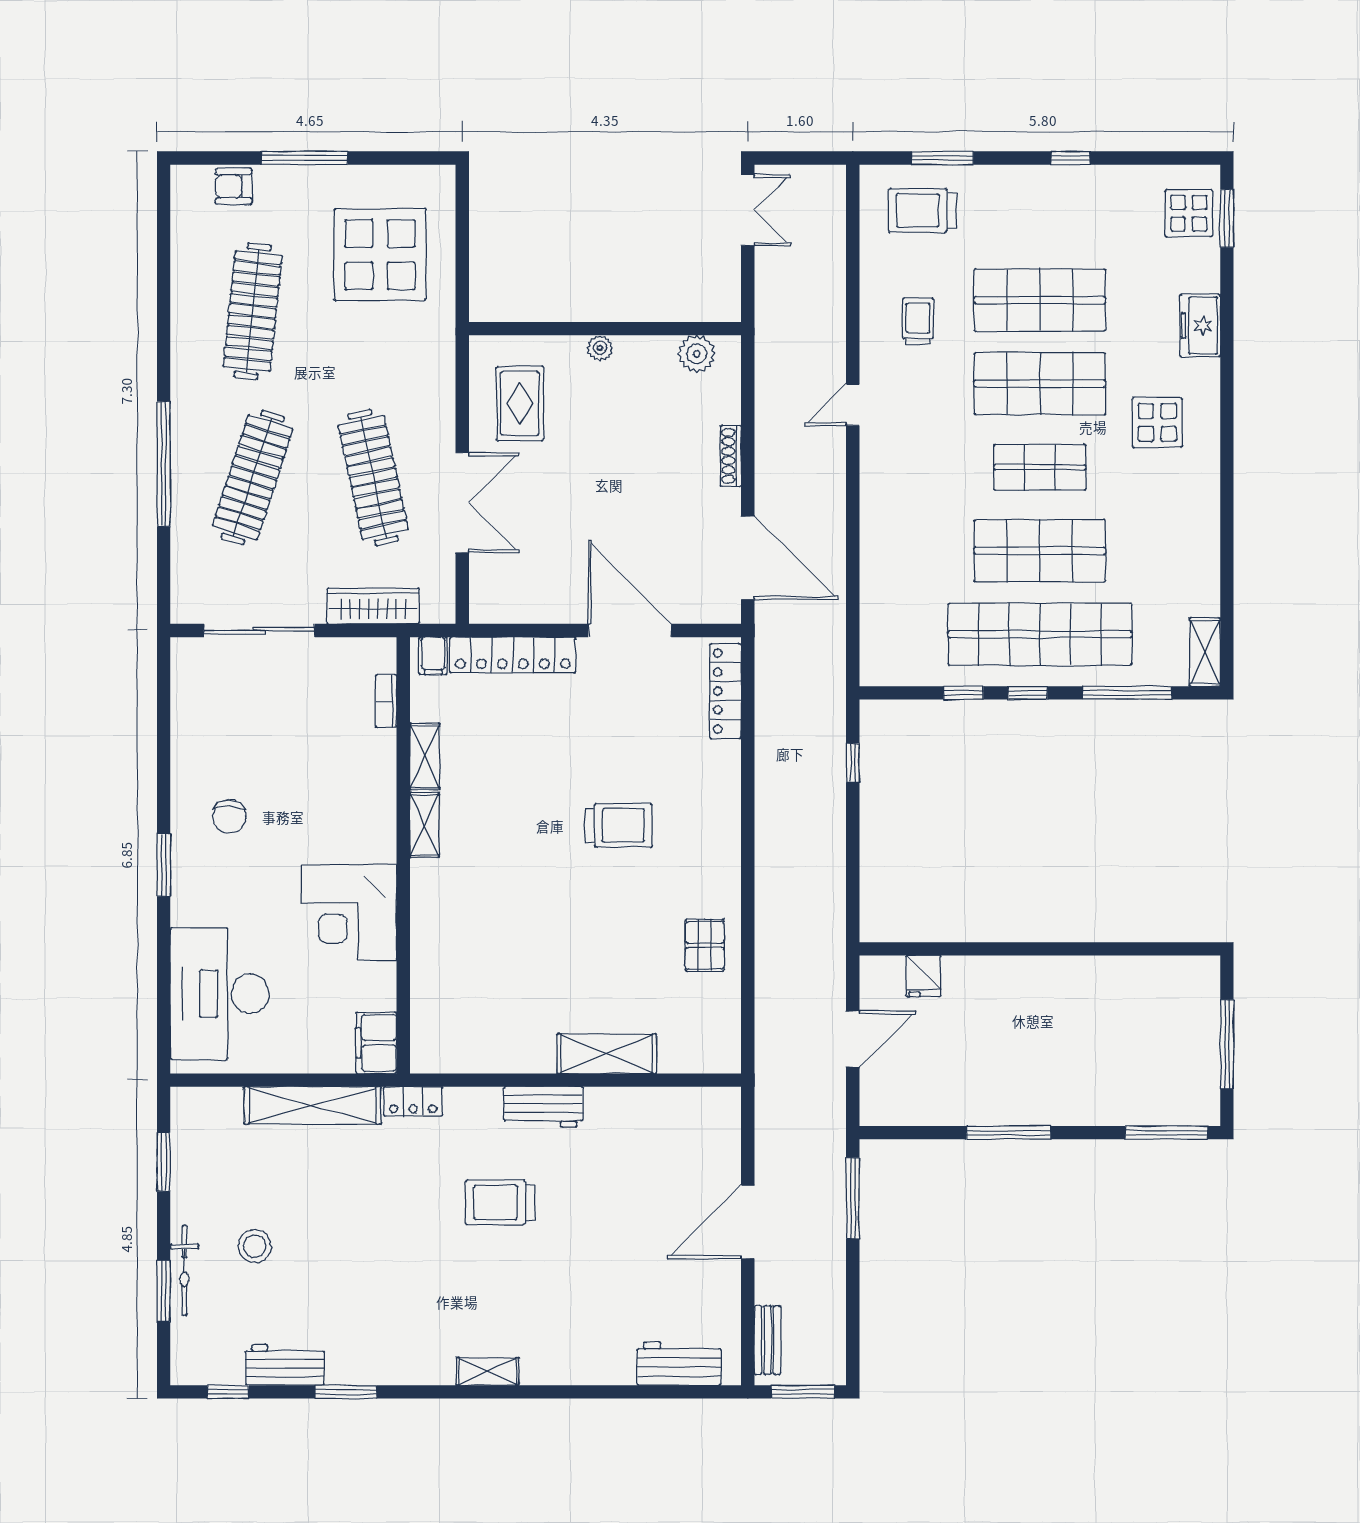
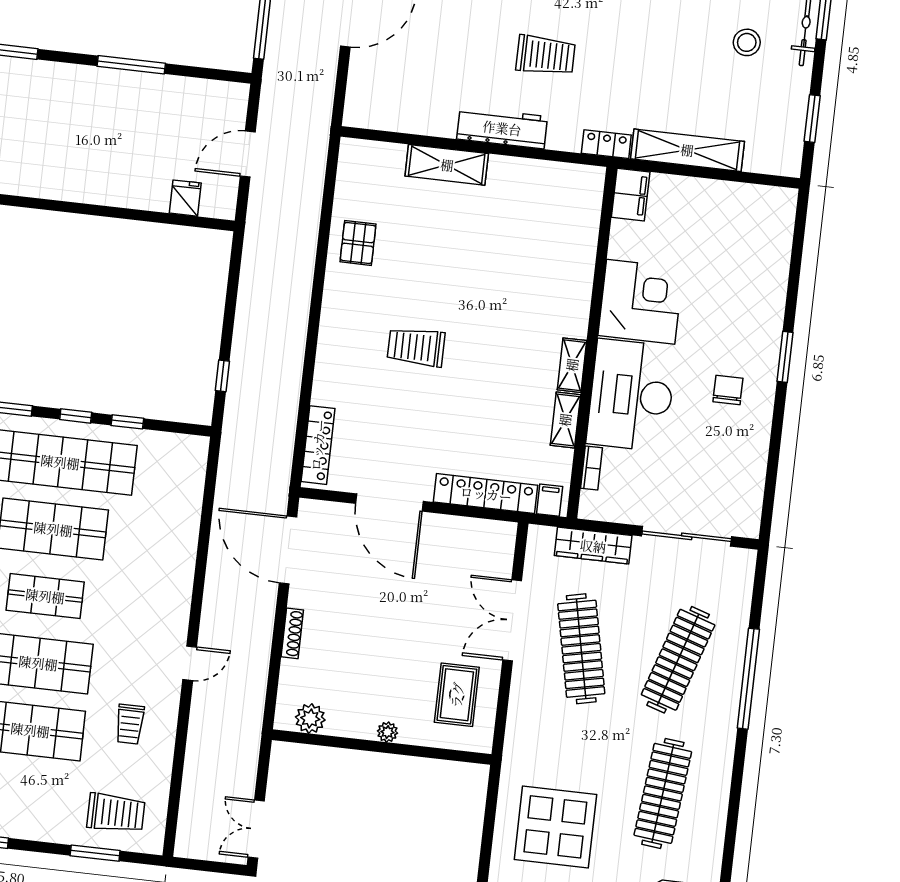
desk: (220, 994) -> (631, 395), moved, turned 180
workbench: (544, 1107) -> (502, 128), width x1.38

